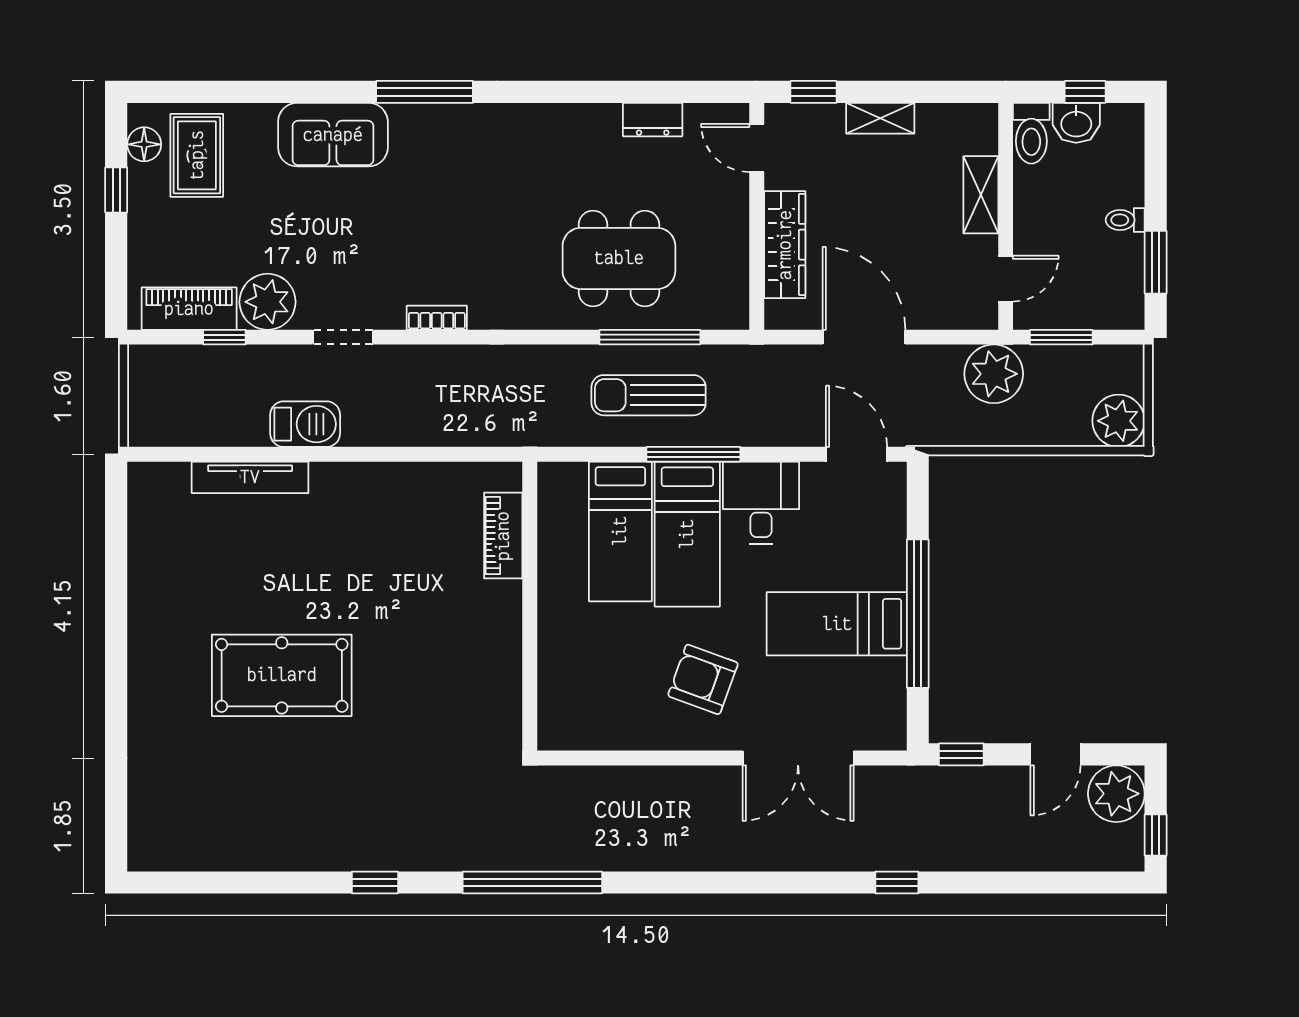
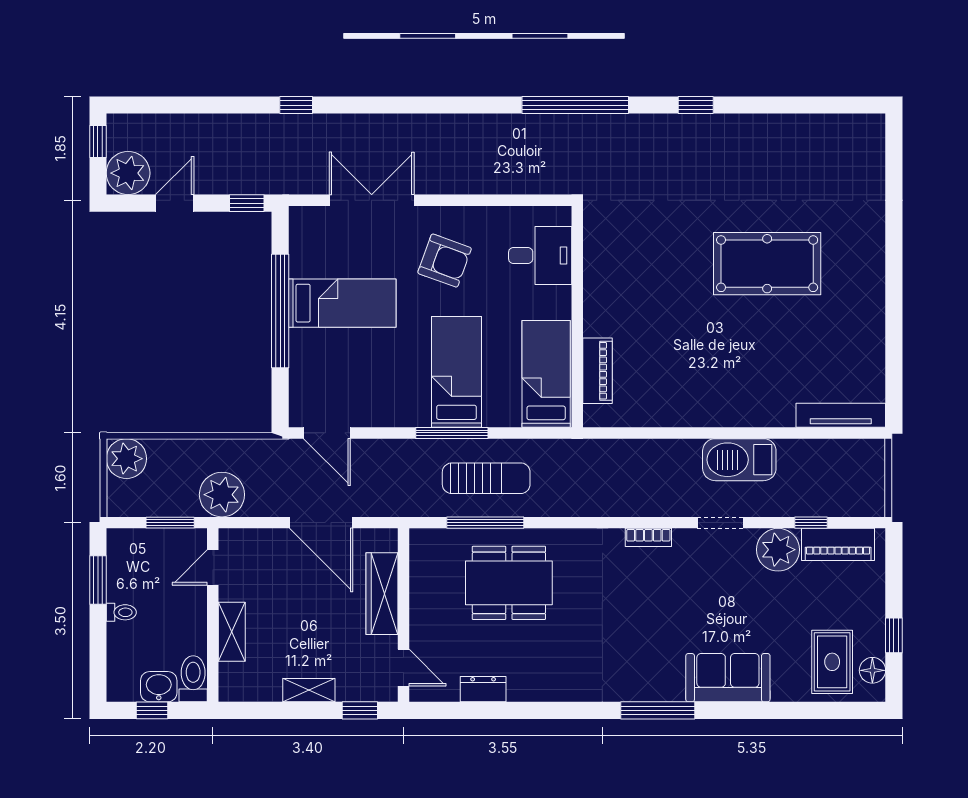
barbecue: (305, 424) -> (739, 460), width x1.37, depth x1.21
tv unit: (250, 477) -> (841, 415), moved
desk: (761, 503) -> (540, 255), moved, turned -90
bed: (620, 531) -> (546, 374), moved

